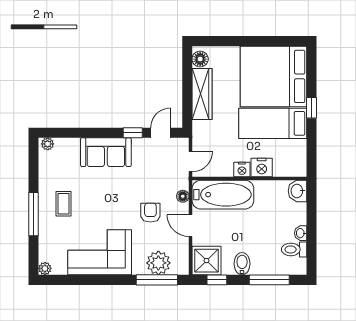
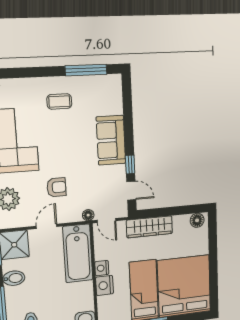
wardrobe: (202, 94) -> (149, 227), moved
plant: (48, 144) -> (116, 83), removed
floor lamp: (183, 196) -> (88, 215), moved
window: (33, 214) -> (86, 70), moved

